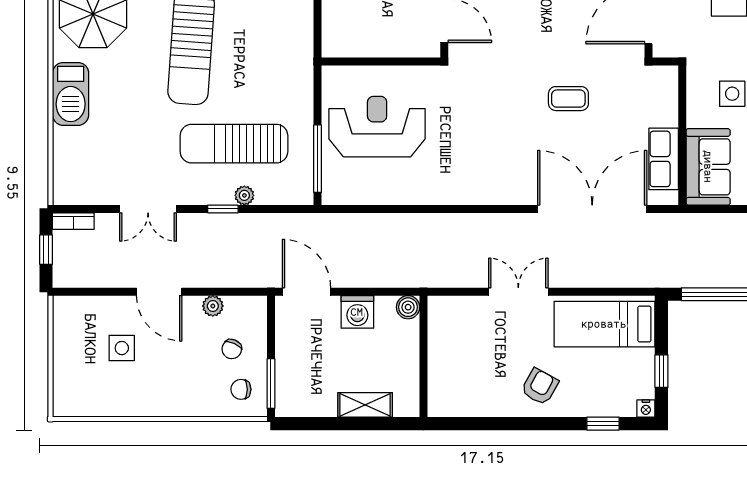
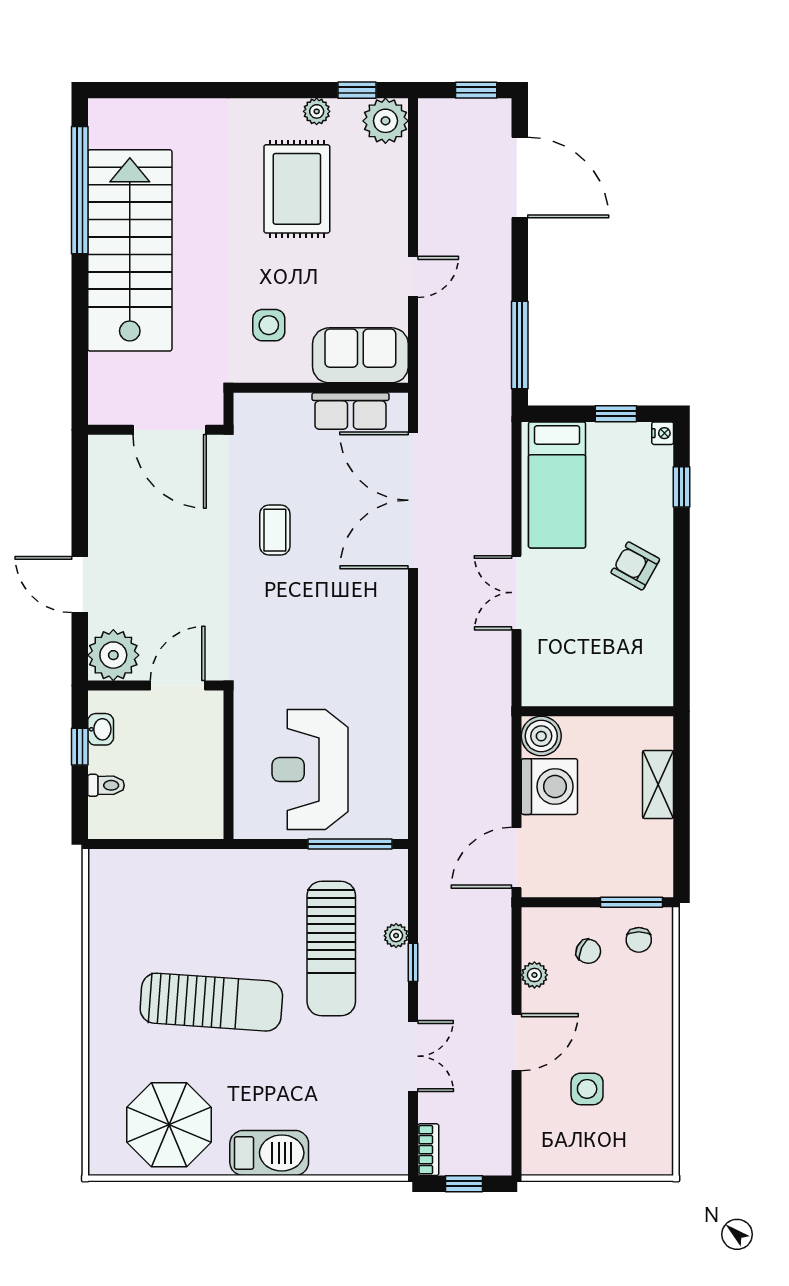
boiler: (408, 307) -> (541, 736), width x1.36, depth x1.36
washing machine: (357, 312) -> (549, 787), width x1.37, depth x1.37

